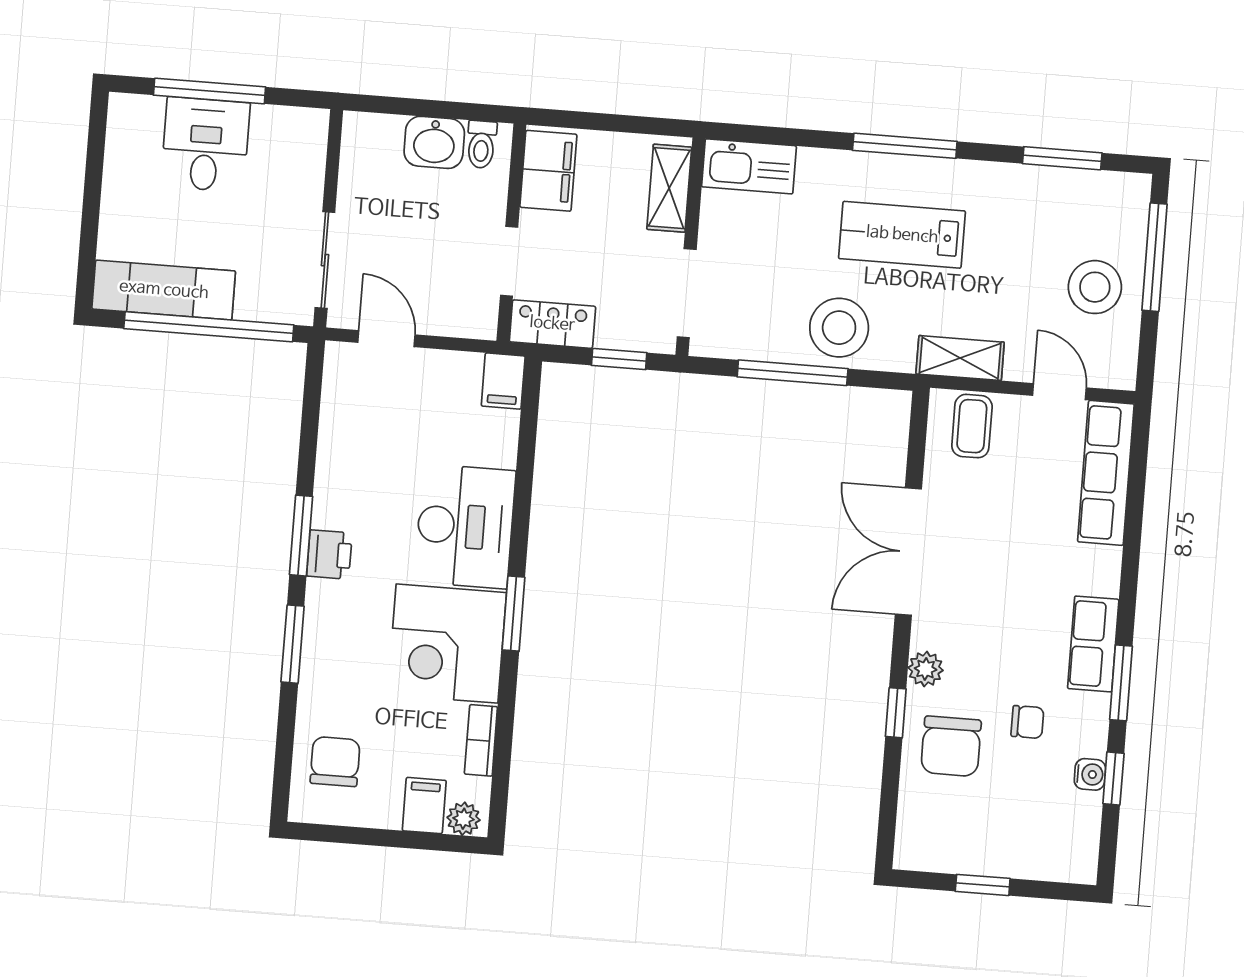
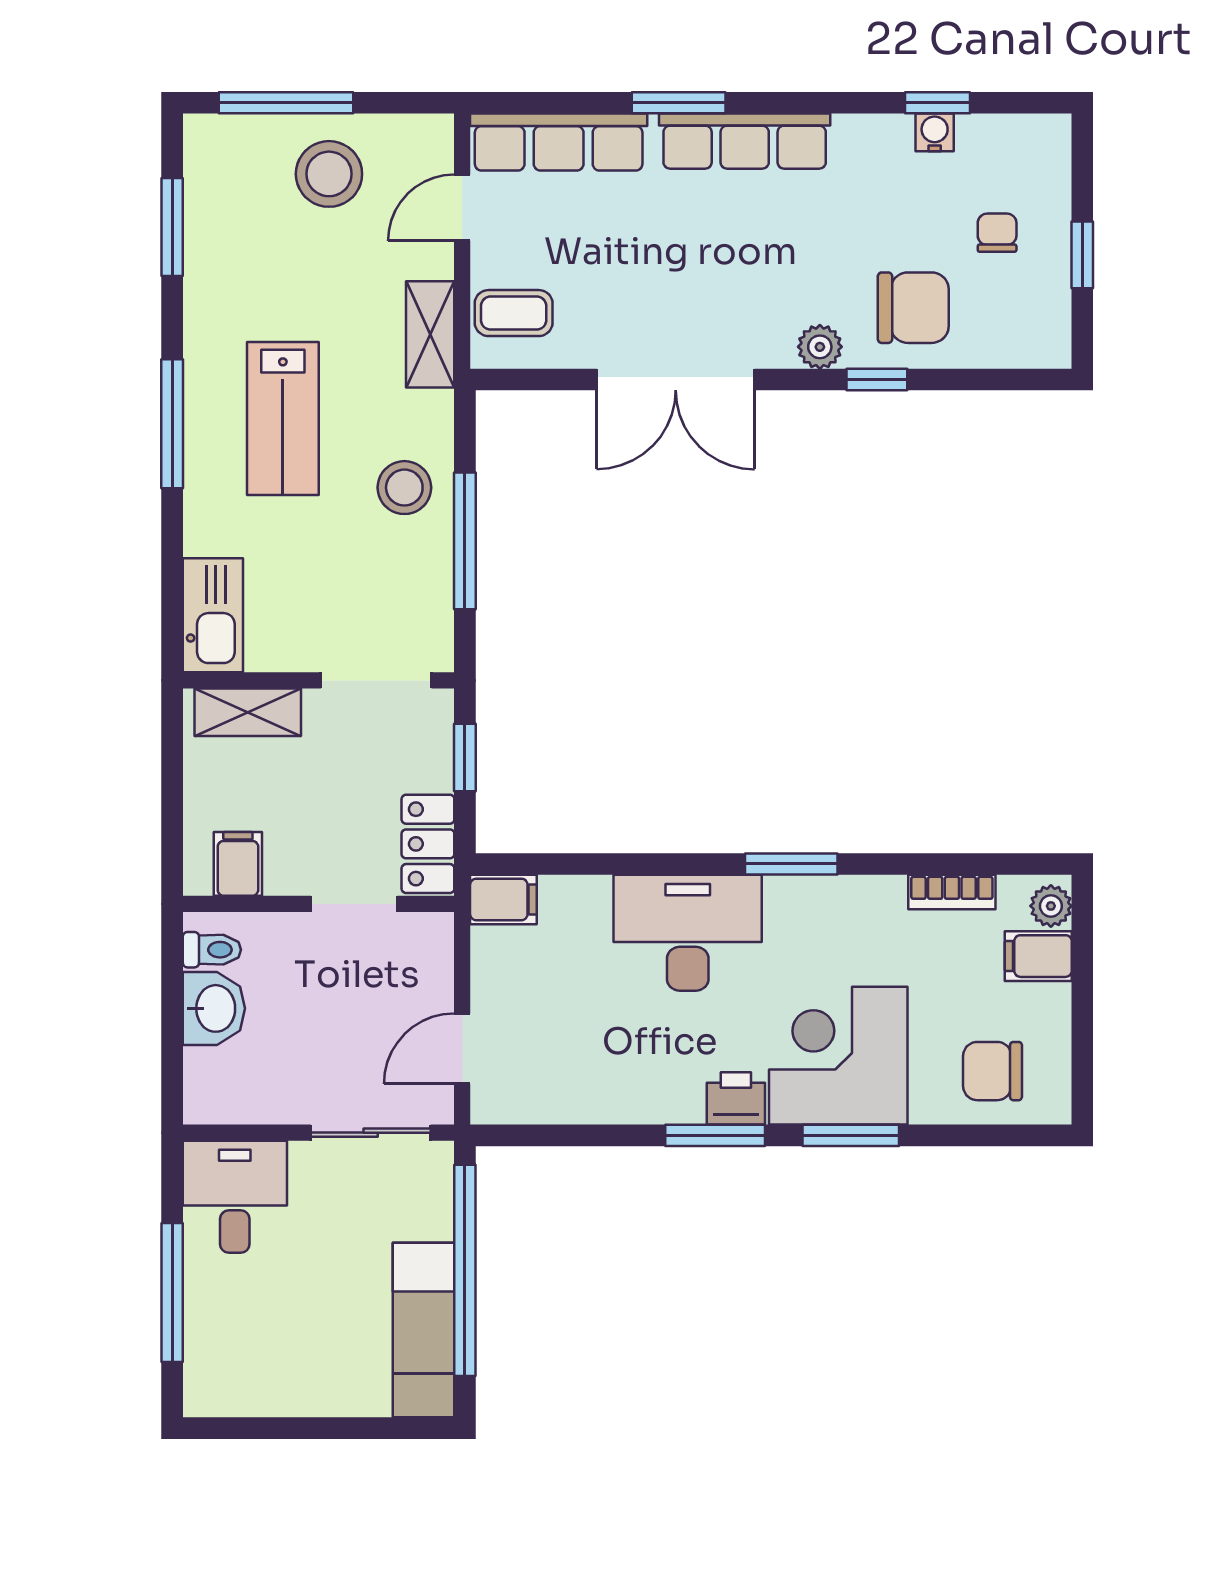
desk: (205, 145) -> (235, 1197), moved, turned 90
filing cabinet: (548, 171) -> (238, 864), width x0.50
stool: (839, 328) -> (404, 488), width x0.73, depth x0.73
corner desk: (447, 644) -> (838, 1056), moved, turned 180
row of seats: (1093, 644) -> (745, 141), width x1.48
window: (1121, 683) -> (679, 103), moved
chair: (1027, 722) -> (997, 233), moved

